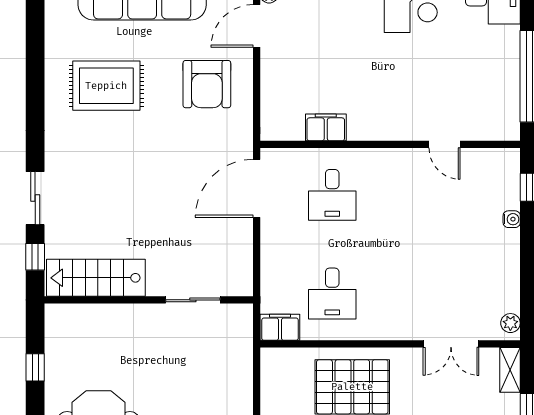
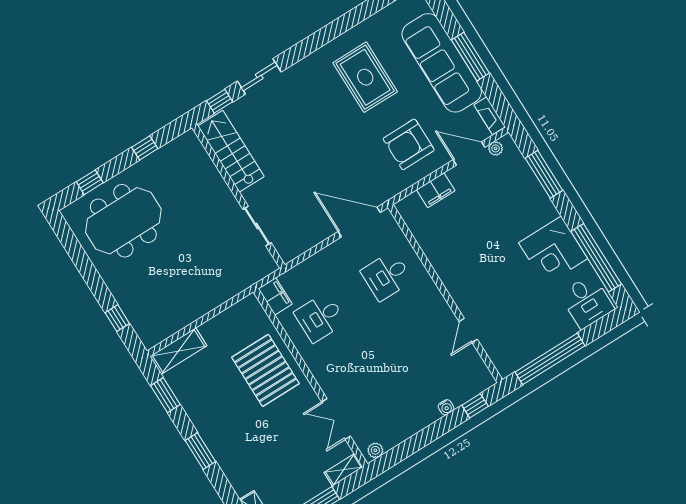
filing cabinet: (326, 127) -> (436, 190), moved, turned 90

